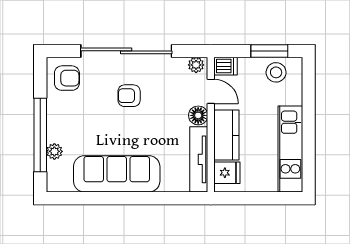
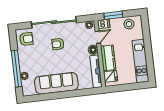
window: (269, 51) -> (113, 15), moved
door: (211, 91) -> (98, 37), hinge flipped

